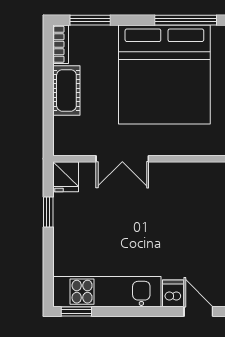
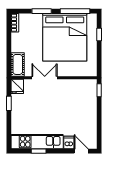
window: (90, 20) -> (42, 11), moved
cot: (66, 90) -> (18, 64), moved
double door: (122, 159) -> (45, 78), swing flipped
window: (76, 311) -> (39, 151), moved

